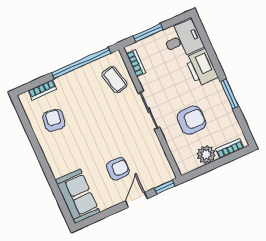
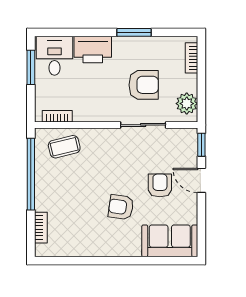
window: (148, 33) -> (31, 67), moved
sliding door: (149, 110) -> (143, 125), moved
armchair: (54, 120) -> (121, 207), moved
armchair: (191, 120) -> (144, 85), turned 90
plant: (206, 155) -> (187, 104), moved

